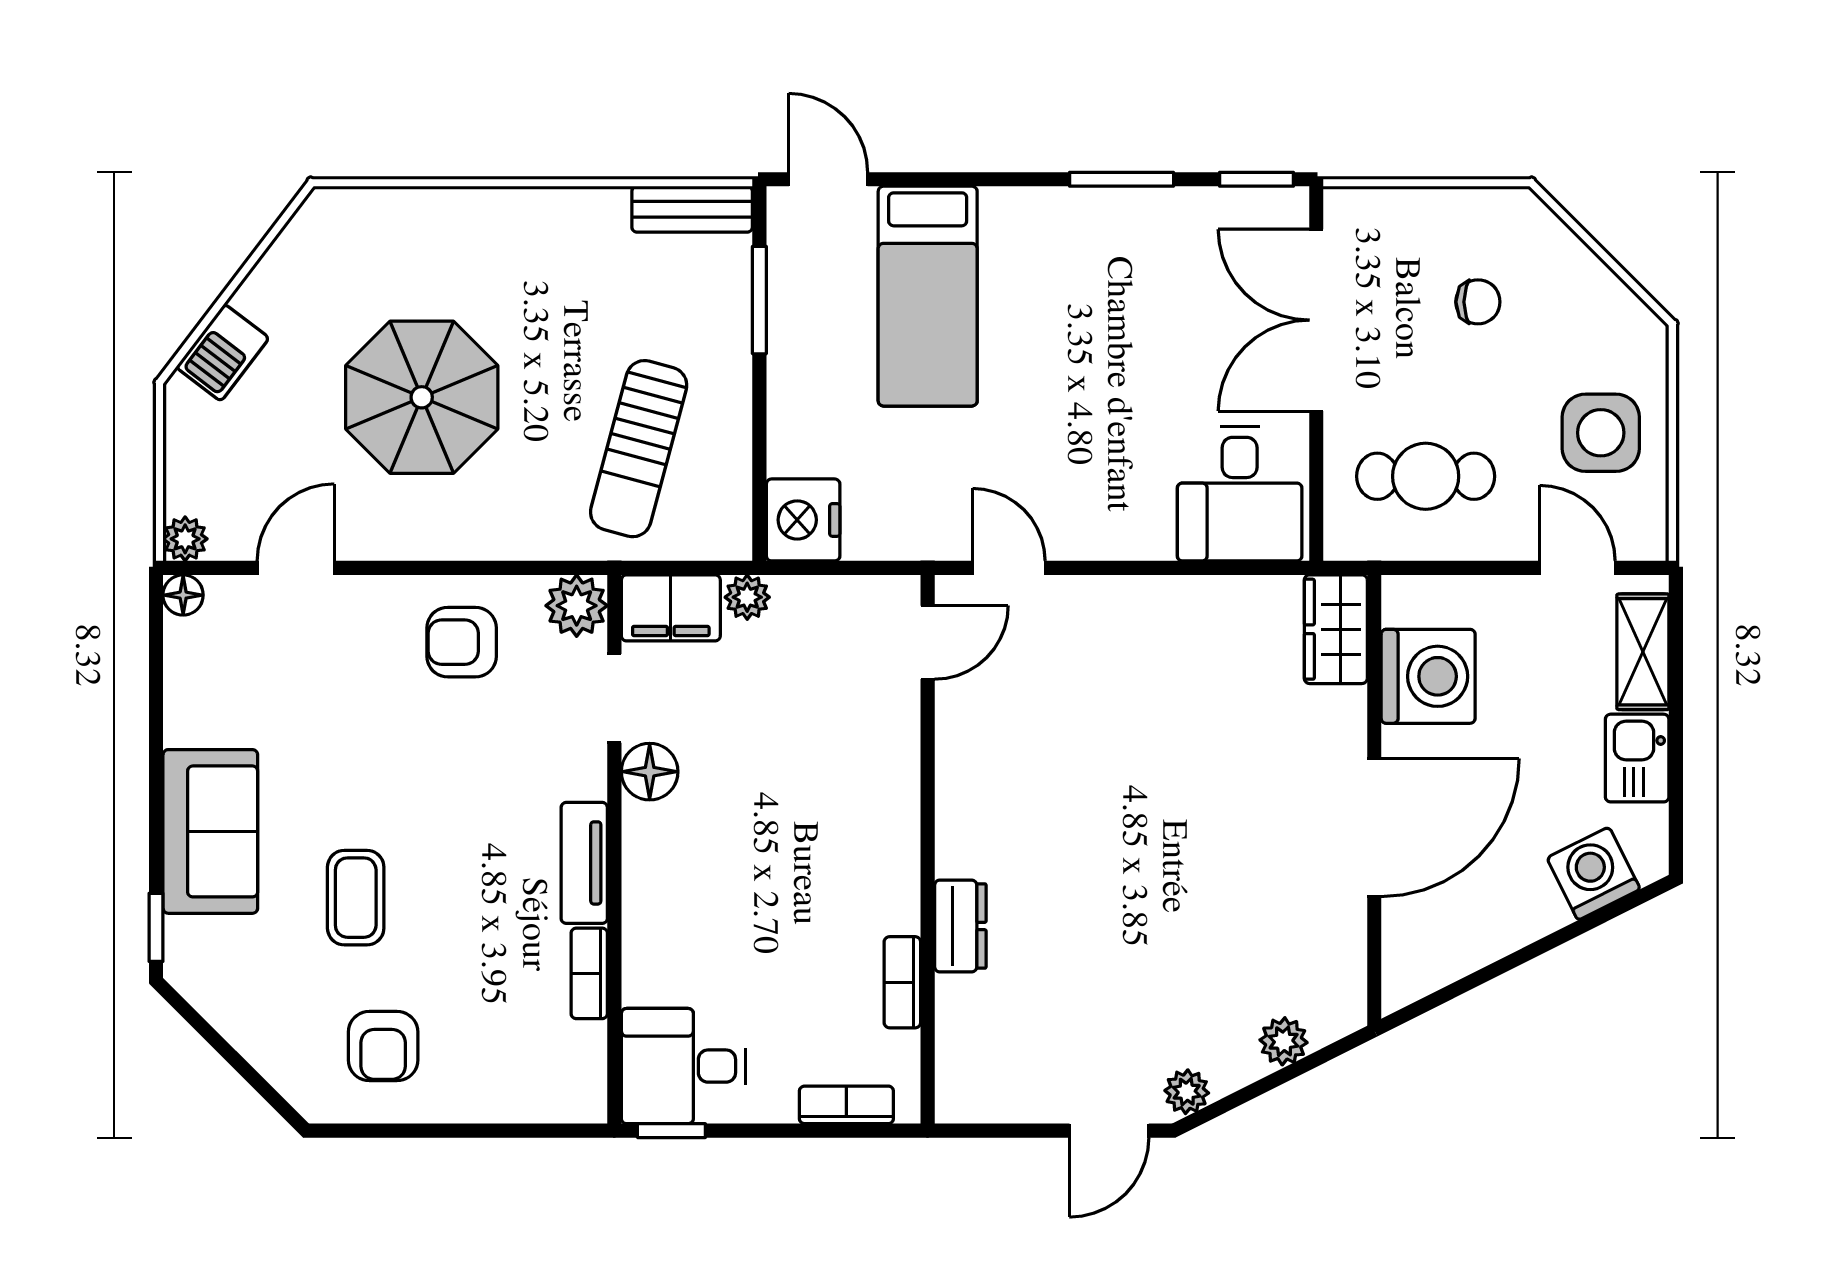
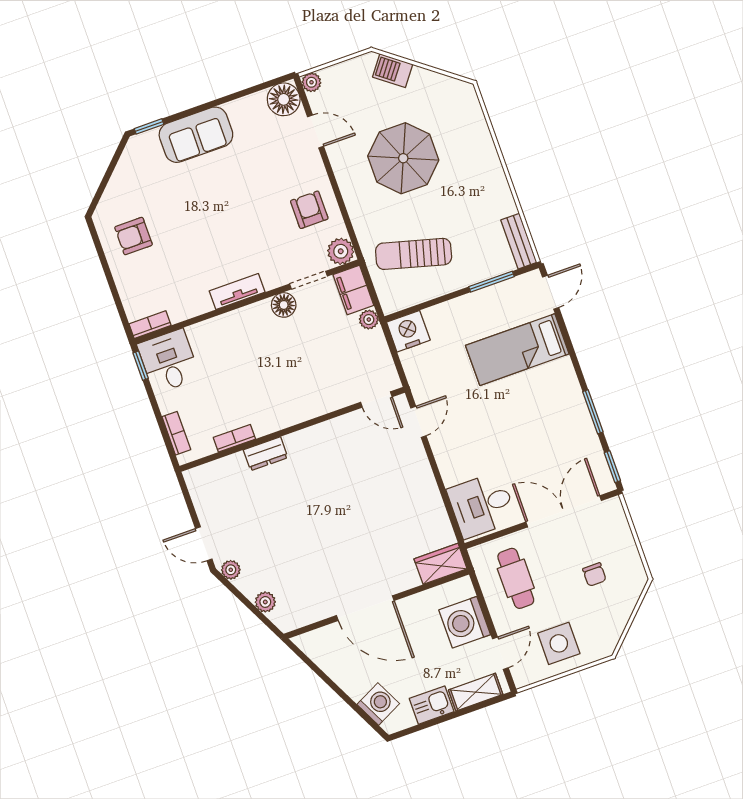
floor lamp: (183, 595) -> (284, 99), width x1.89, depth x1.89
washing machine: (1428, 676) -> (465, 622), moved, turned 90
coffee table: (356, 898) -> (190, 203), removed
bookcase: (589, 973) -> (150, 325), moved

